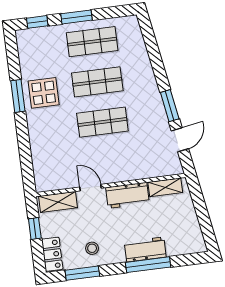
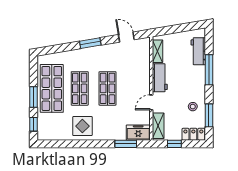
shop shelf: (92, 42) -> (52, 88), width x1.43, depth x1.36
window: (18, 96) -> (126, 144), moved
window: (170, 106) -> (90, 43), moved
freezer: (44, 174) -> (138, 133), added
workbench: (145, 249) -> (198, 51), moved

